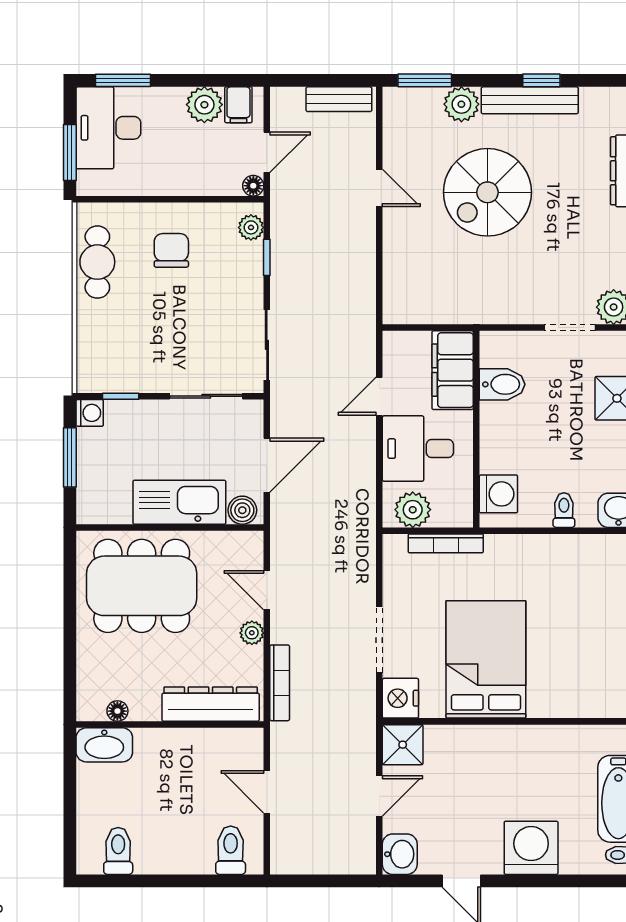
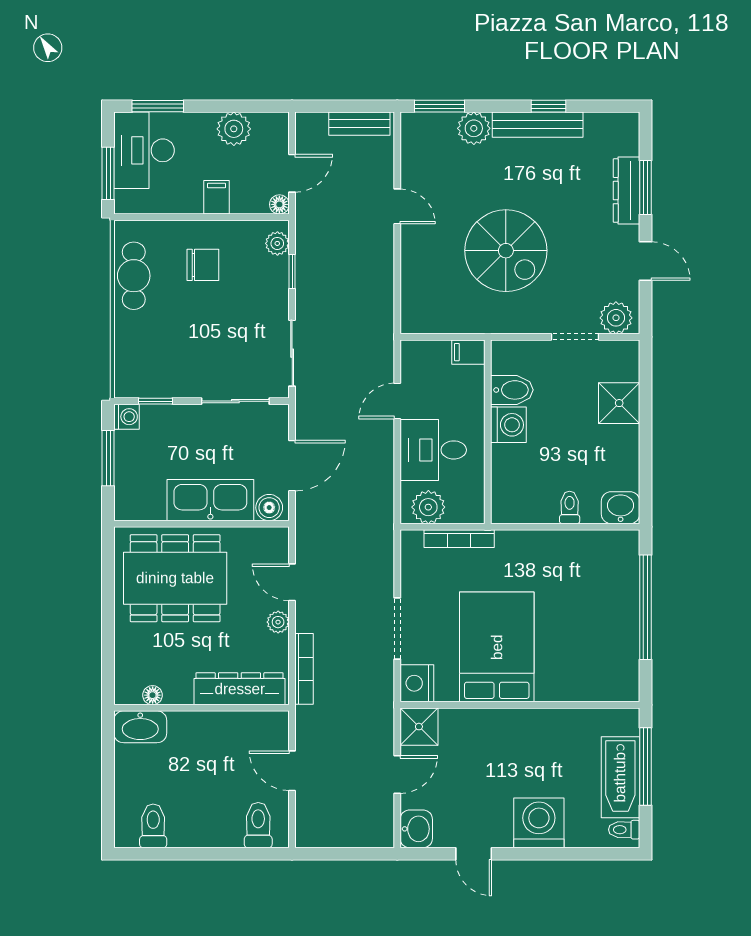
filing cabinet: (238, 105) -> (217, 197), moved, turned 180
spiral stairs: (487, 192) -> (506, 251), moved, turned -90
chair: (171, 250) -> (203, 265), turned 90
filing cabinet: (453, 370) -> (468, 352), width x0.33, depth x0.86
washing machine: (498, 494) -> (508, 425), moved

